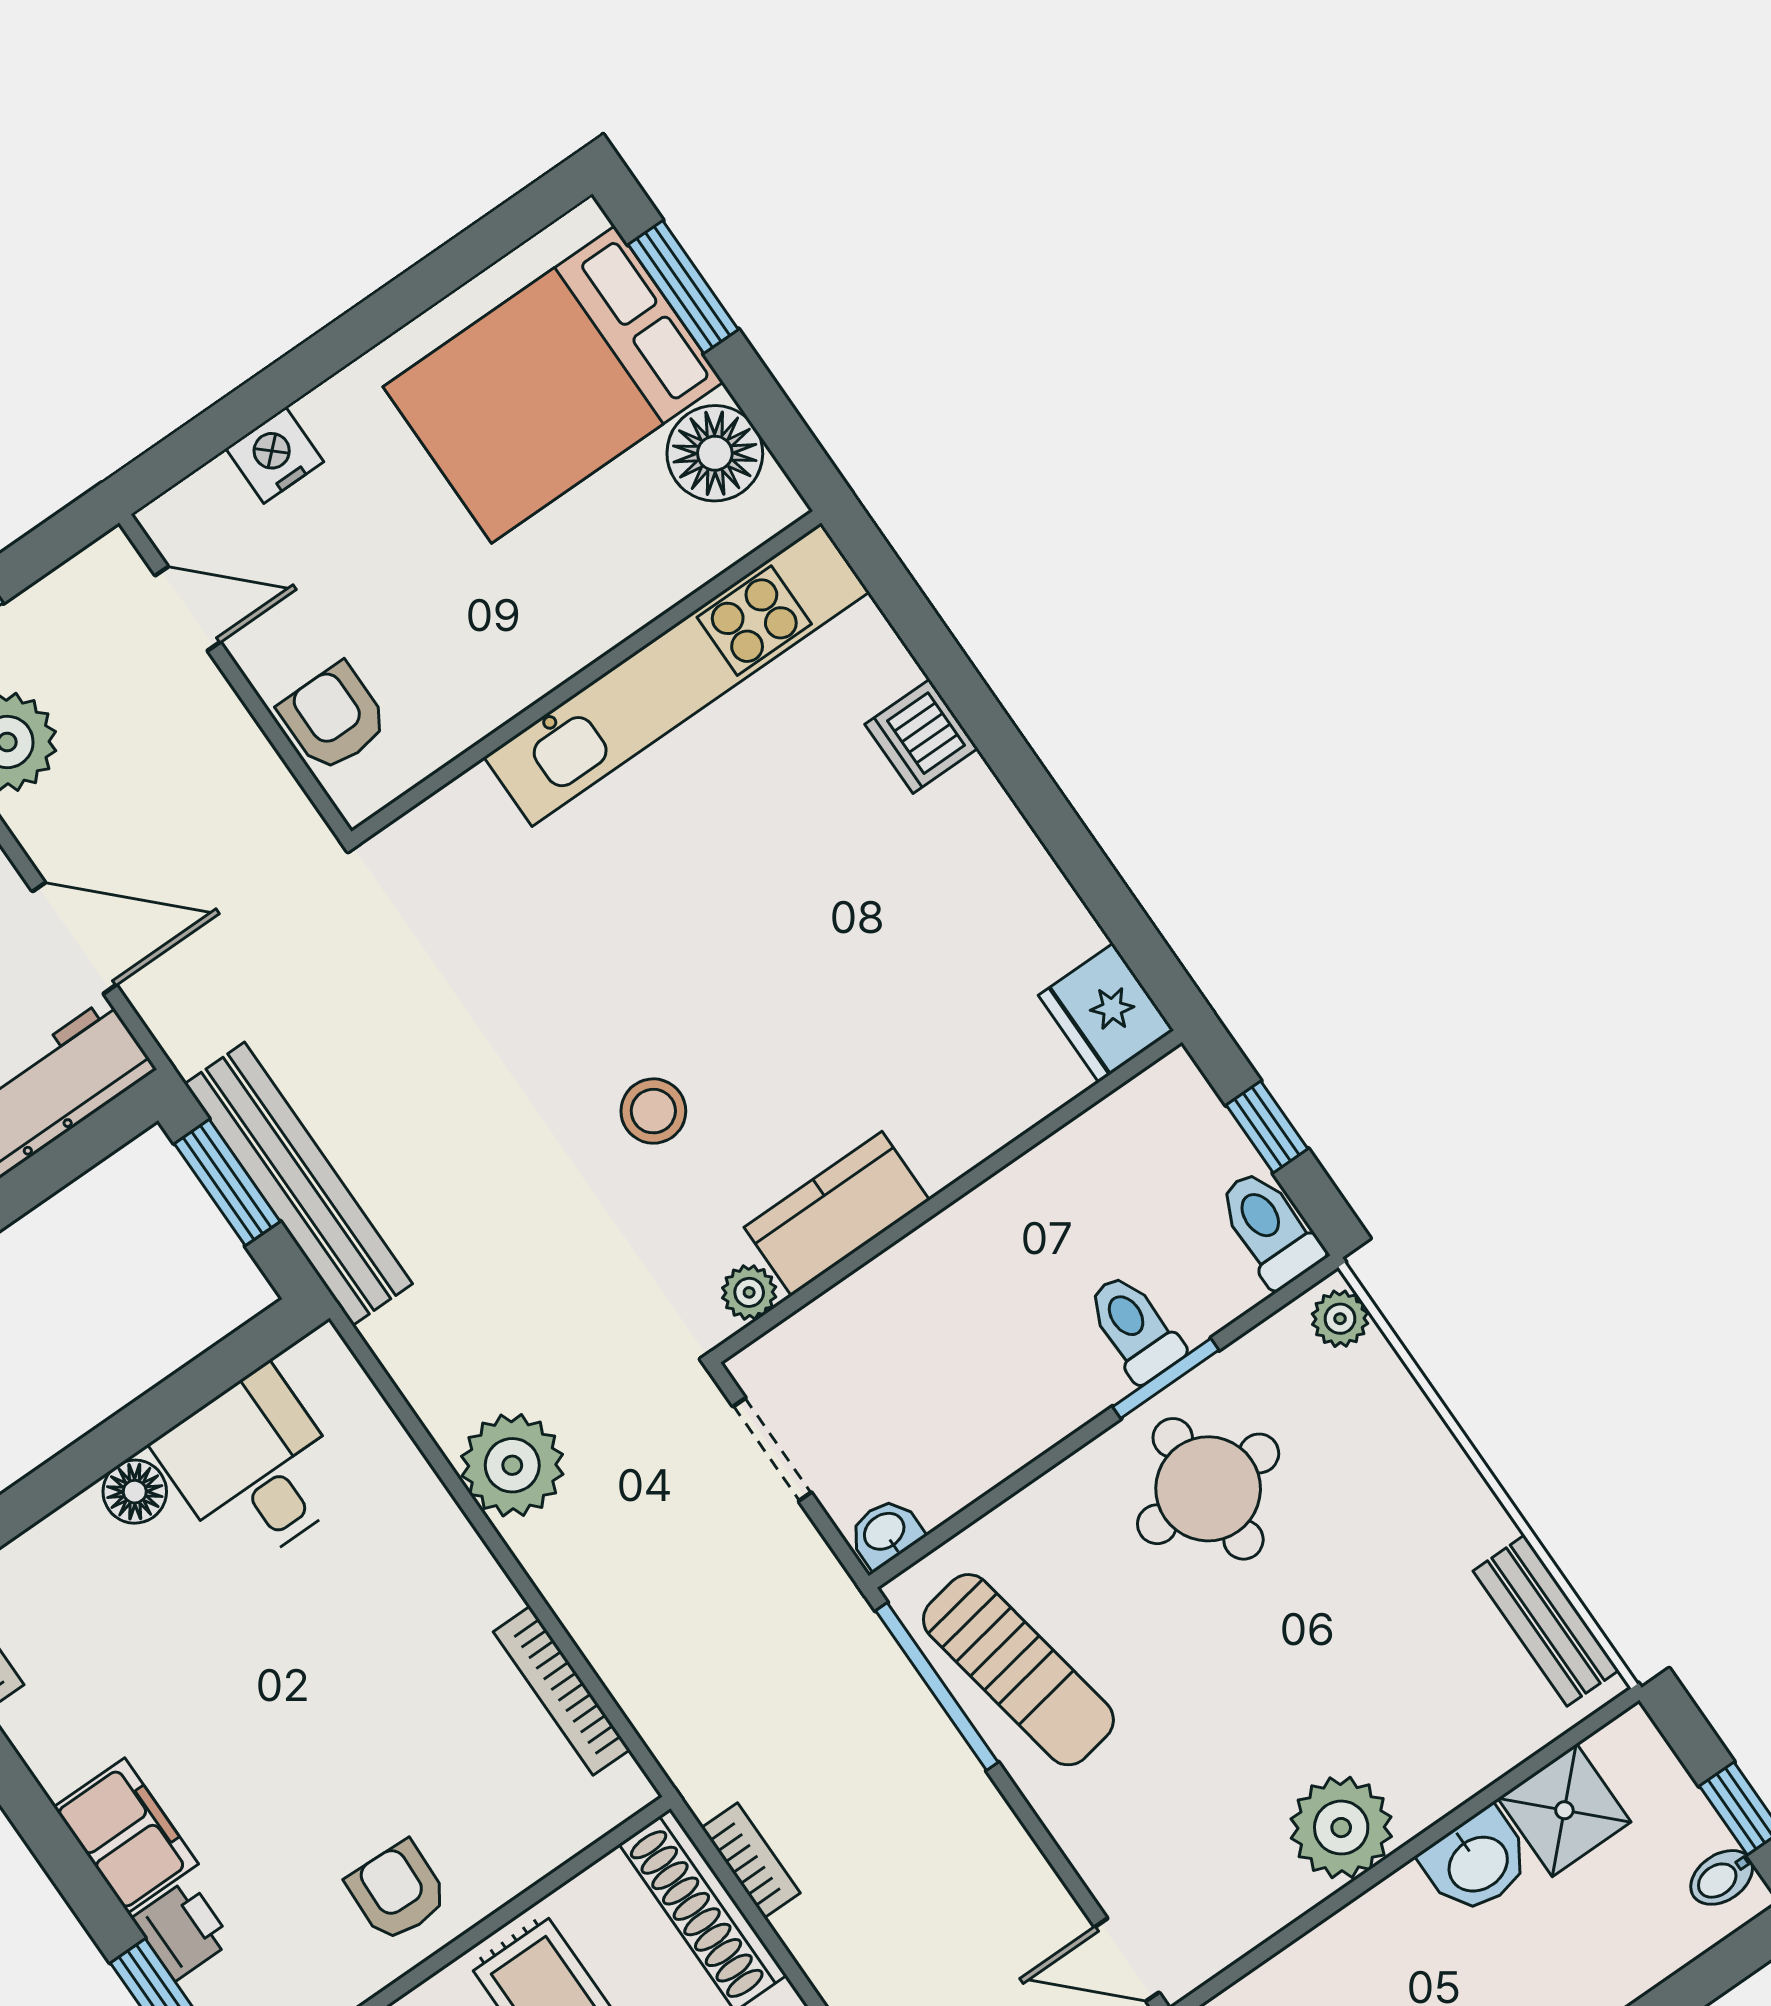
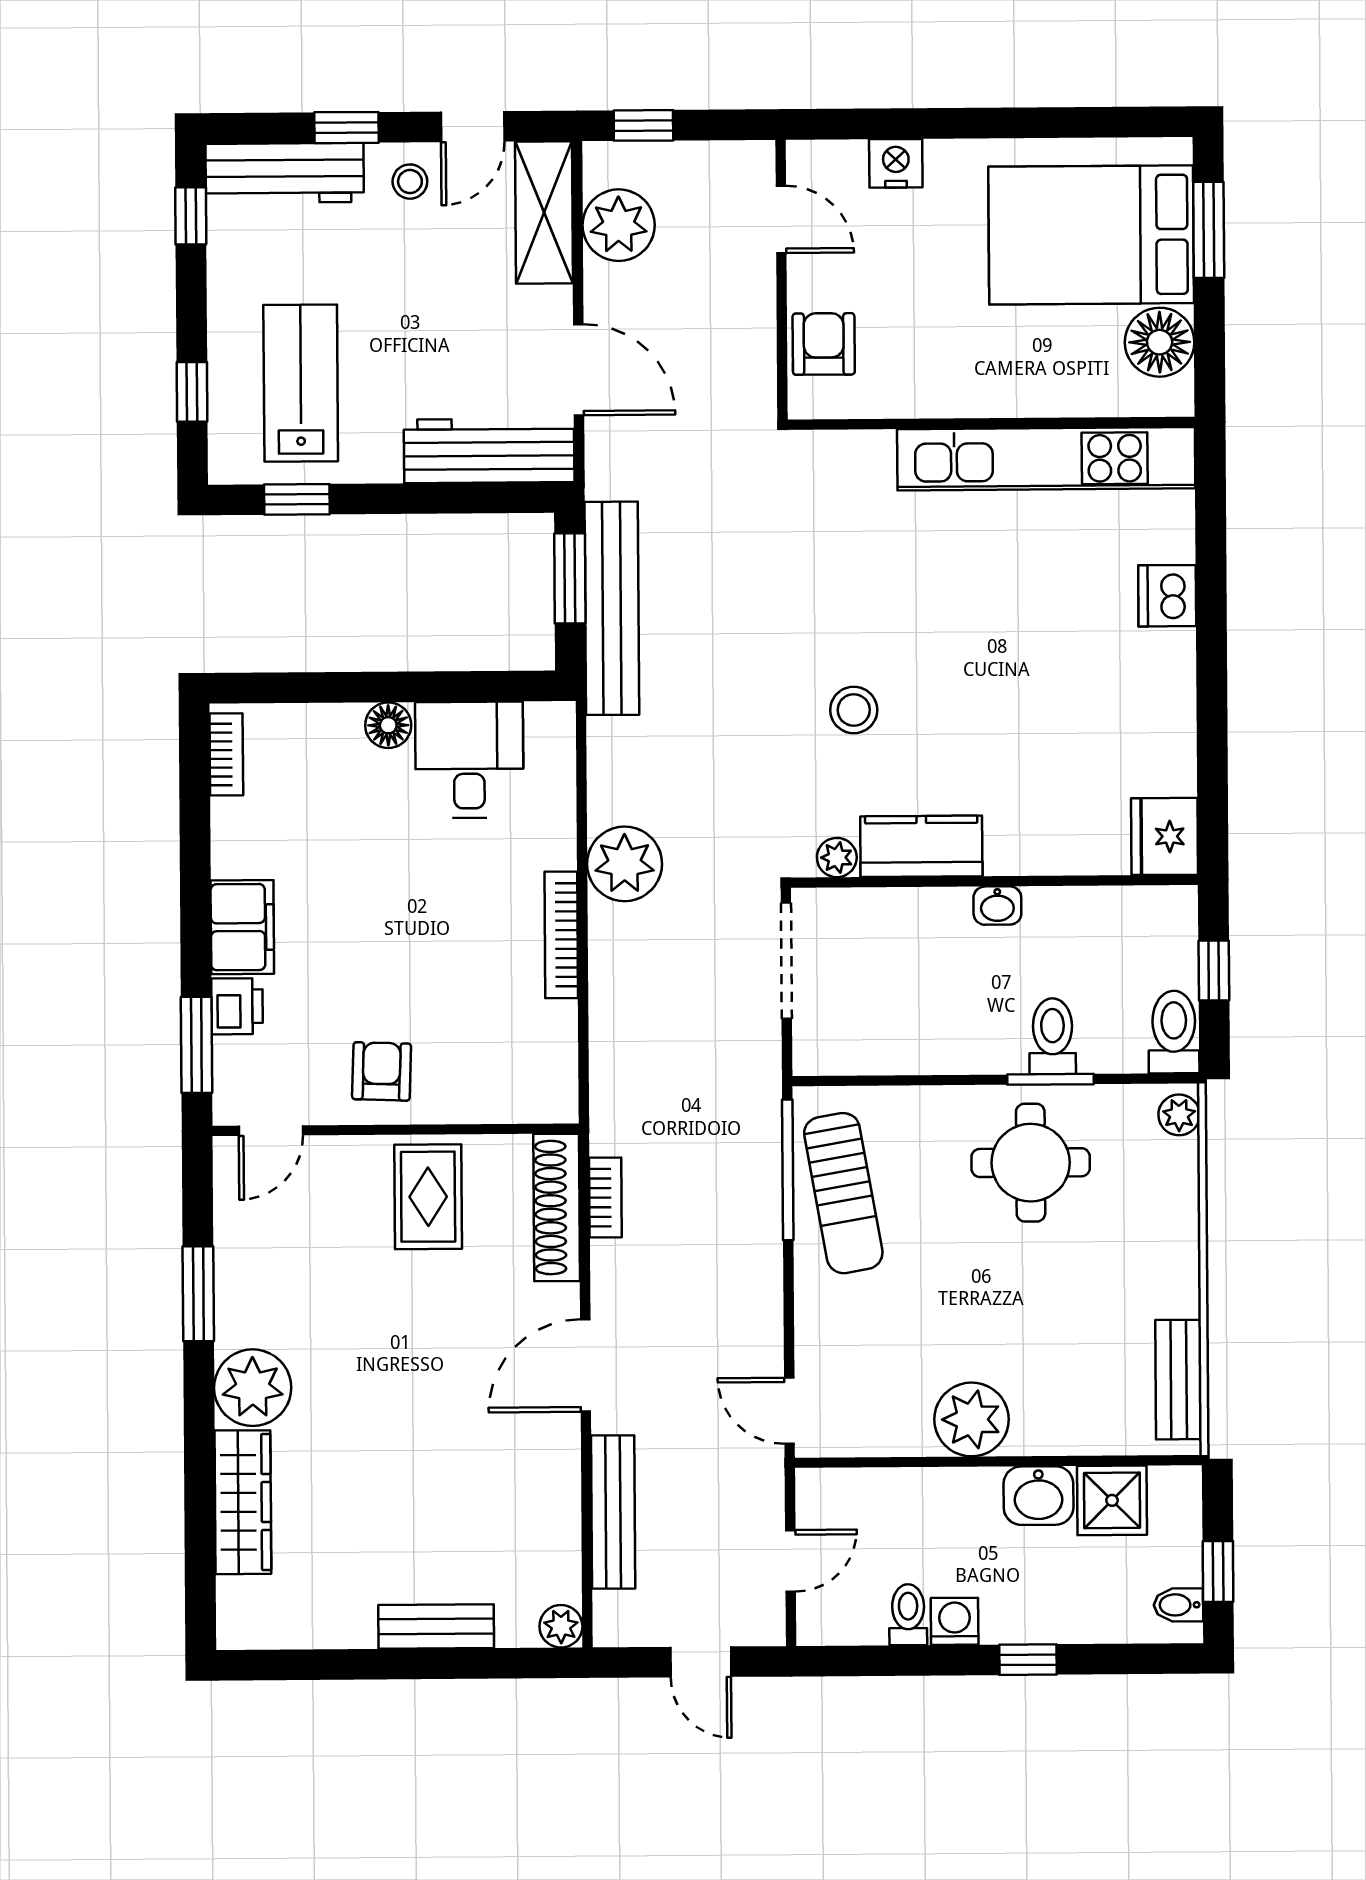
doorway: (772, 1449) -> (786, 961), width x1.38
washbasin: (885, 1533) -> (997, 906), moved, turned 180
bookcase: (562, 1691) -> (561, 935), moved

